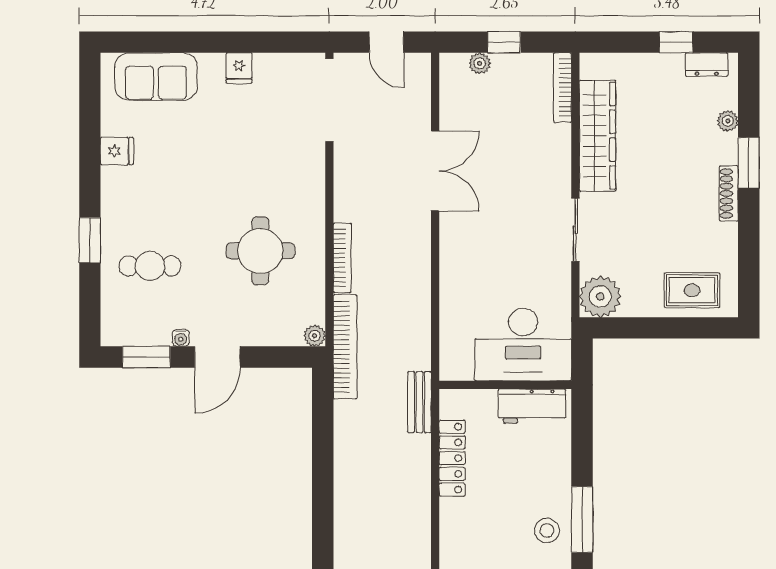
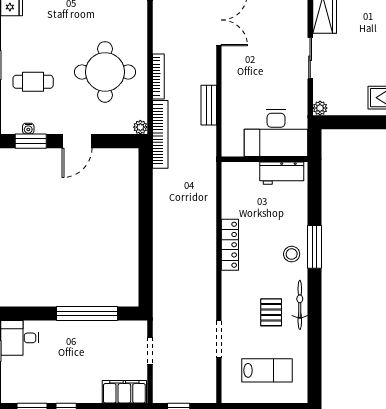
round table: (260, 251) -> (105, 72), width x1.36, depth x1.36
plant: (600, 297) -> (320, 108), width x0.53, depth x0.53
water cooler: (181, 338) -> (28, 129), moved
bench: (420, 402) -> (209, 105), moved
locker: (452, 458) -> (230, 245), moved

